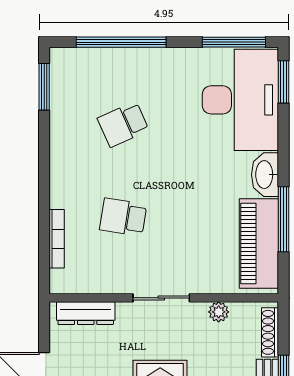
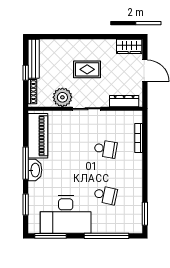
window: (283, 82) -> (26, 205), moved
desk: (240, 100) -> (66, 215), moved, turned -90
school desk: (123, 124) -> (105, 195), turned 36
window: (283, 219) -> (26, 163), moved
plant: (219, 312) -> (62, 97), width x1.87, depth x1.87

